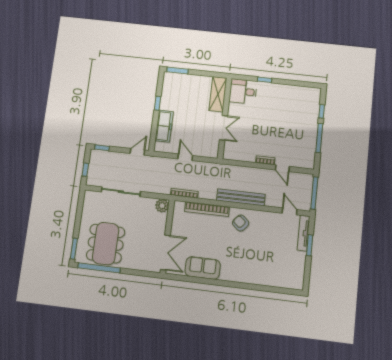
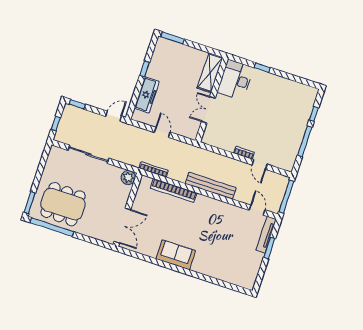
desk: (243, 91) -> (235, 80), width x1.37
double door: (223, 128) -> (208, 110), swing flipped
armchair: (241, 223) -> (205, 211), removed
dining table: (106, 244) -> (63, 204), turned 90
sofa: (203, 268) -> (176, 255), moved

